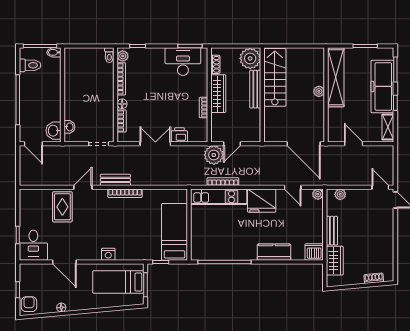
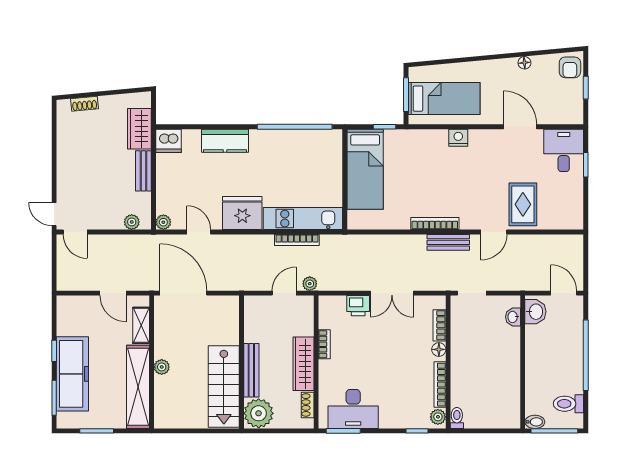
shelving: (388, 127) -> (141, 325), moved
plant: (214, 155) -> (310, 284), width x0.53, depth x0.53

